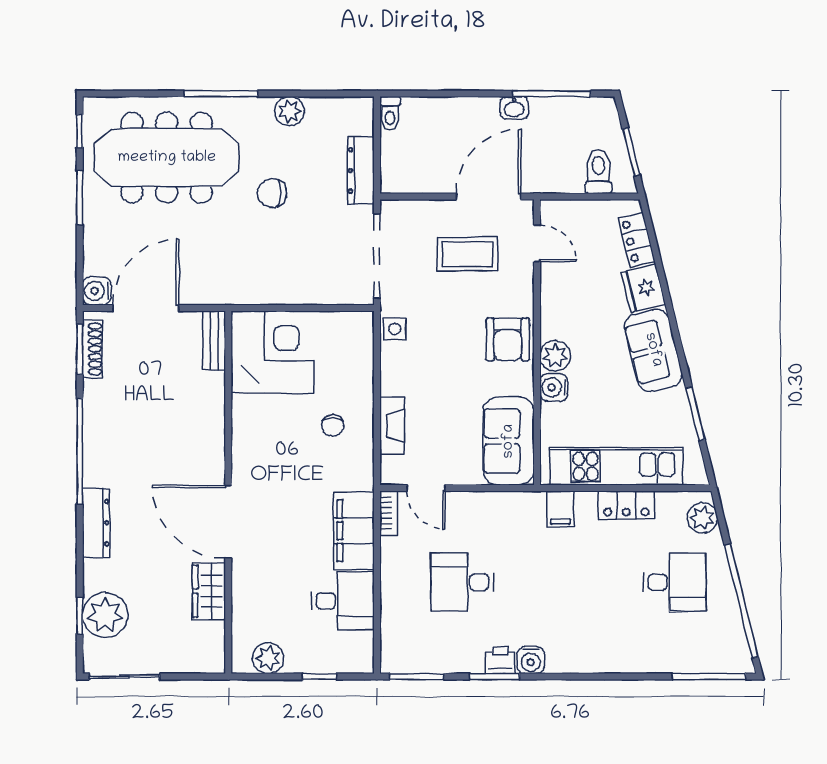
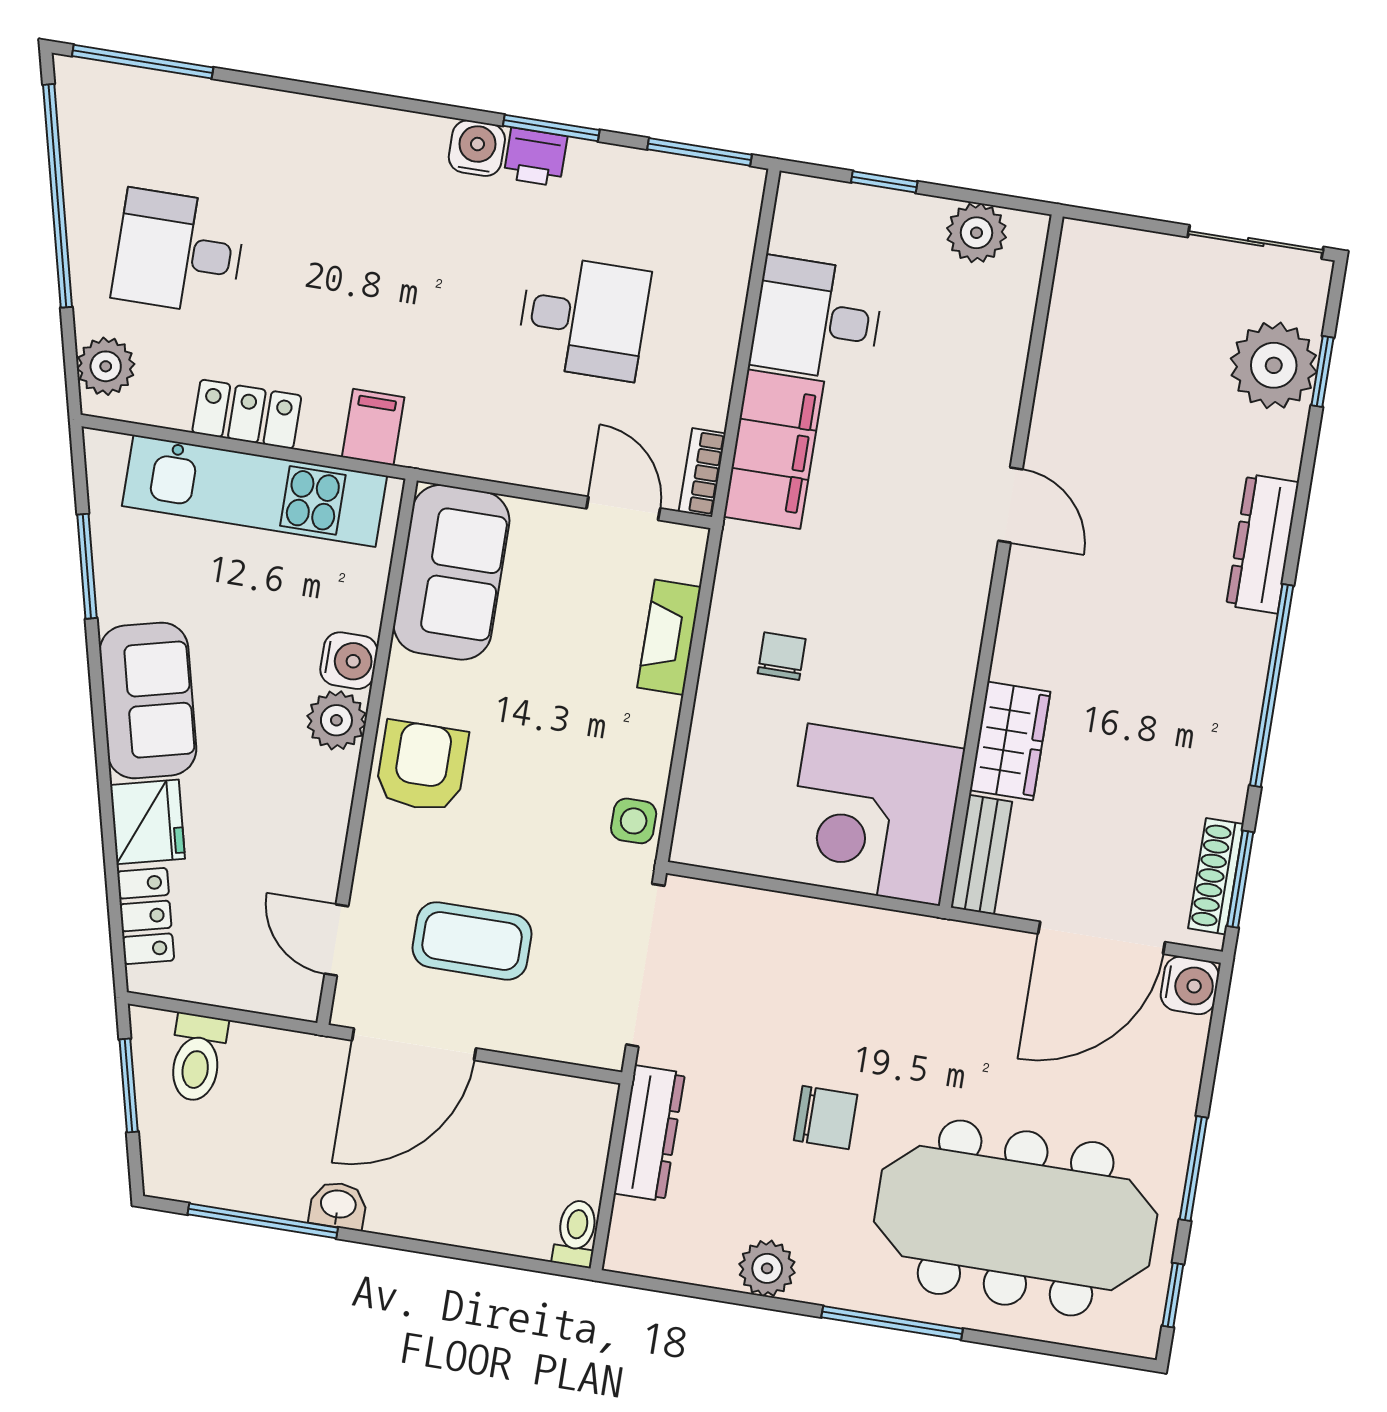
door: (228, 522) -> (1010, 505), width x0.53
wardrobe: (209, 591) -> (1010, 741), moved

